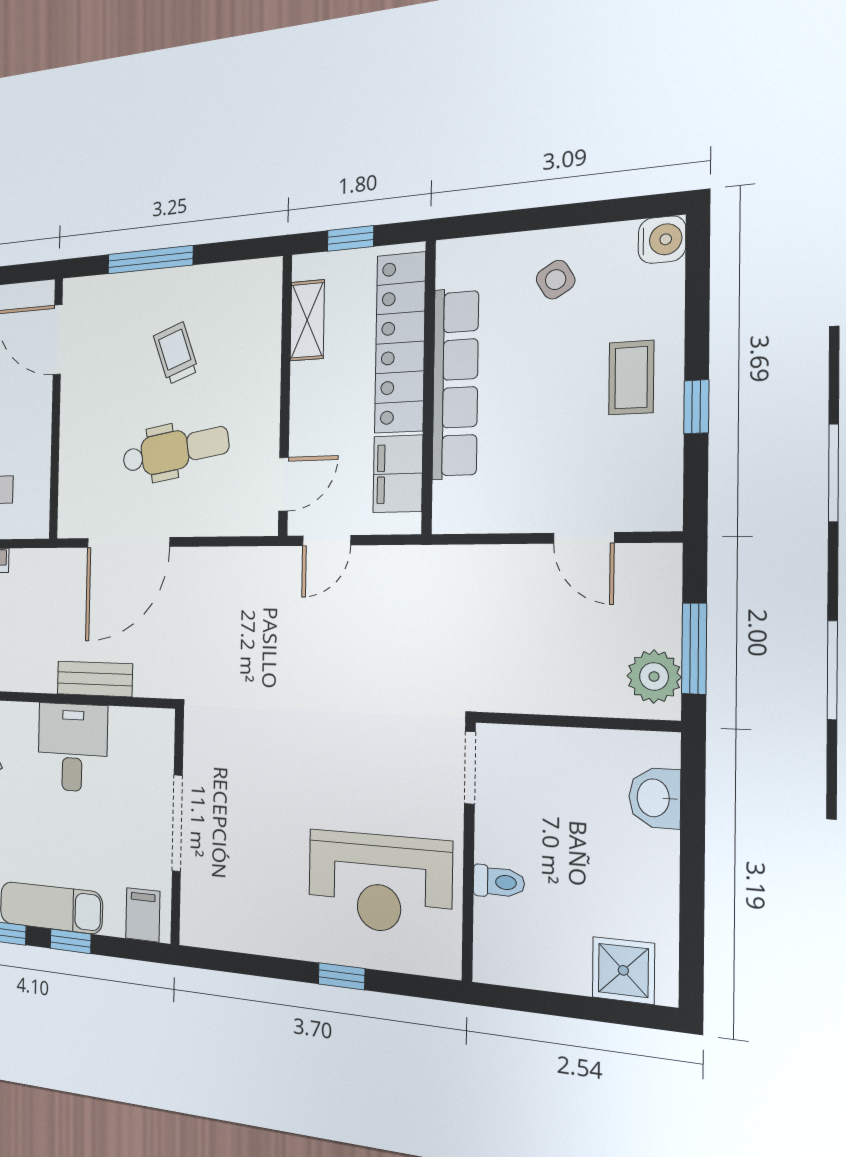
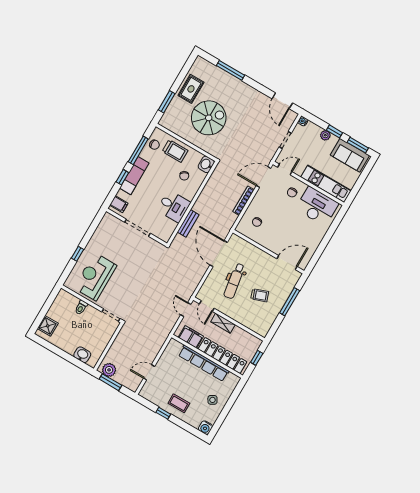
shelving: (307, 320) -> (223, 323), moved

